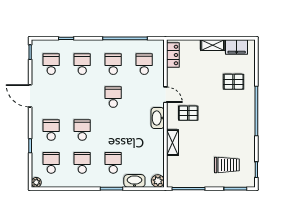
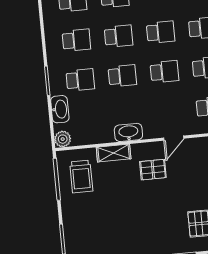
school desk: (82, 97) -> (161, 32), added
pallet: (188, 113) -> (153, 170), turned 90
washbasin: (158, 118) -> (128, 132), moved
school desk: (113, 130) -> (122, 76), added
trolley: (227, 165) -> (81, 176), moved

